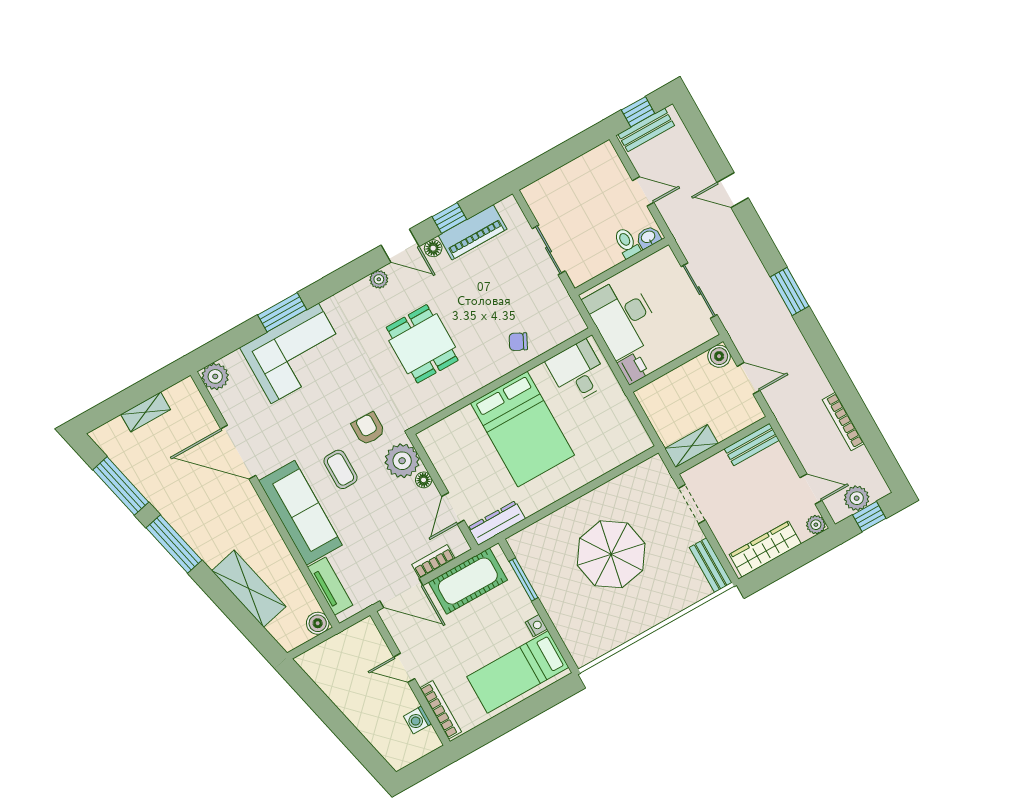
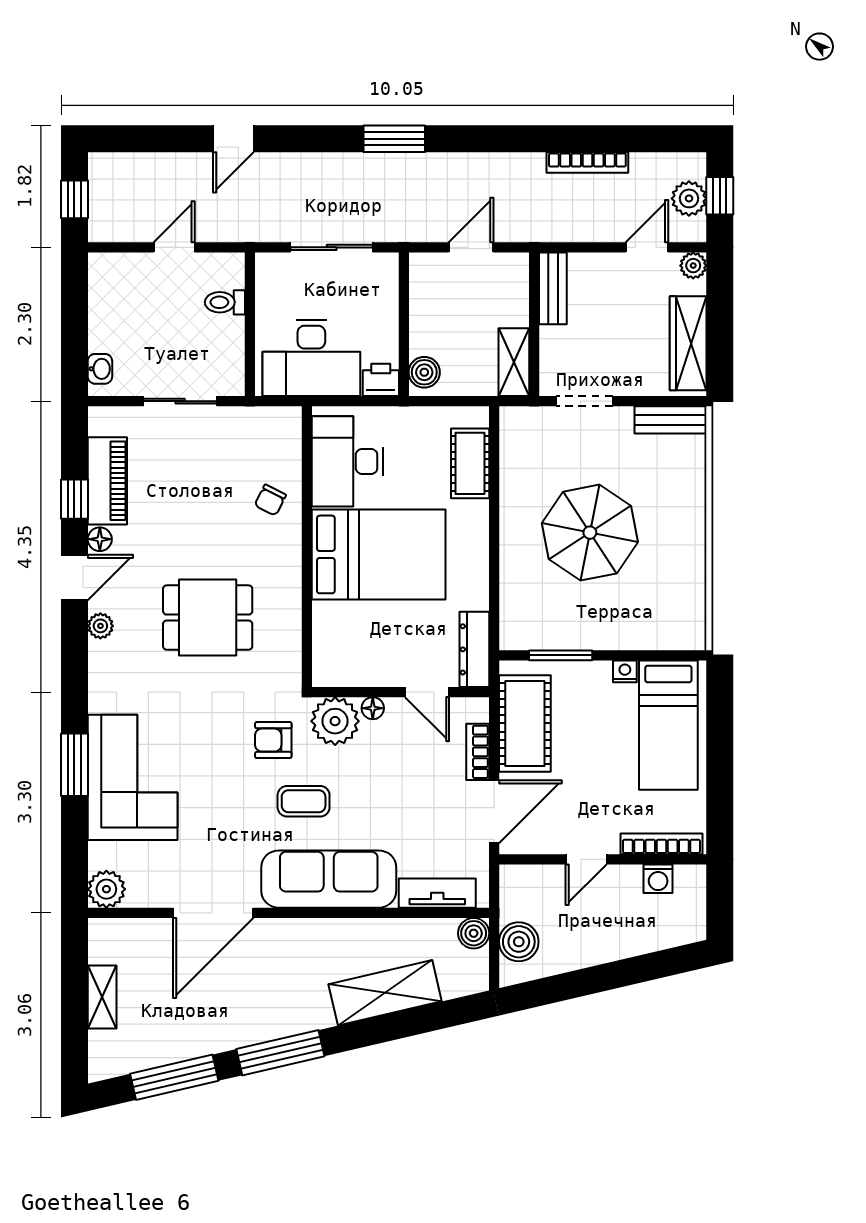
bench: (646, 130) -> (102, 202), removed
washbasin: (648, 237) -> (100, 369), moved, turned 180
boiler: (719, 356) -> (424, 372), moved
desk: (578, 372) -> (347, 461), width x1.37
cot: (612, 454) -> (470, 463), added
boiler: (328, 655) -> (519, 942), added

